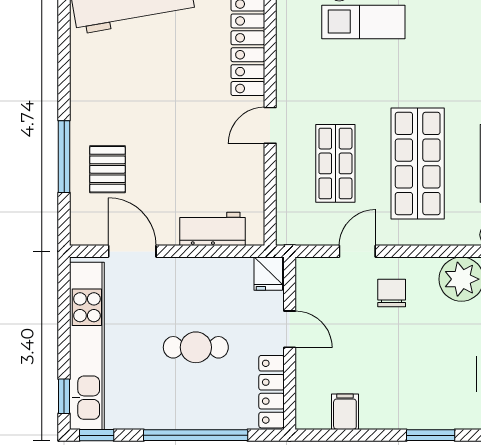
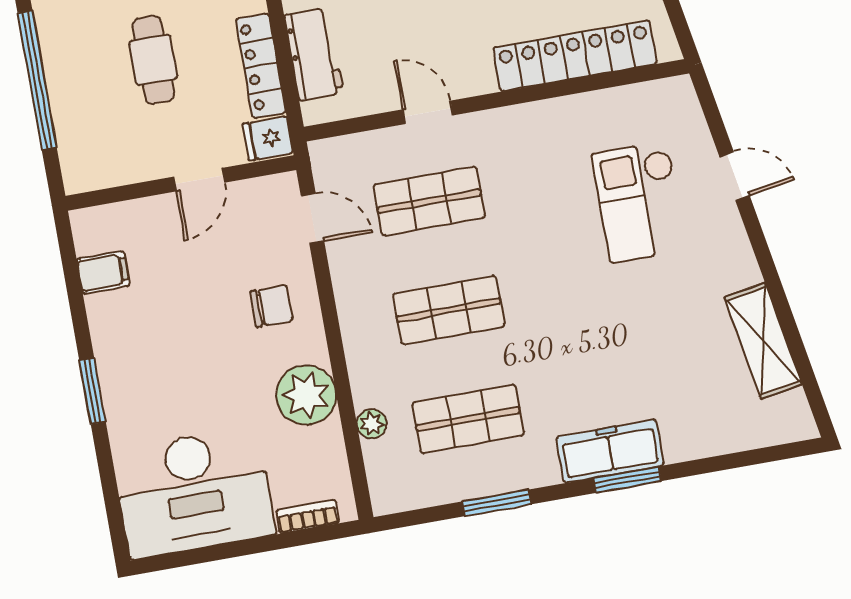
door: (270, 125) -> (428, 112), moved
shop shelf: (418, 163) -> (449, 310), width x0.70, depth x0.74
door: (357, 251) -> (313, 218), moved
locker: (272, 392) -> (261, 66), moved, turned -90

